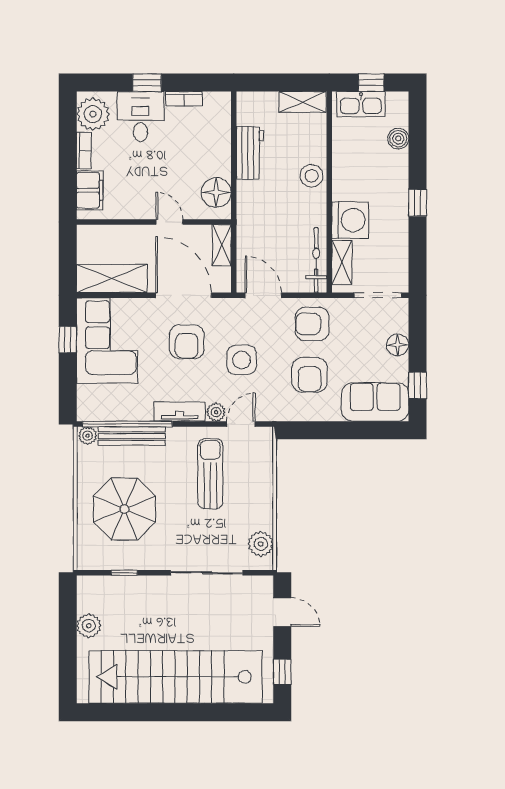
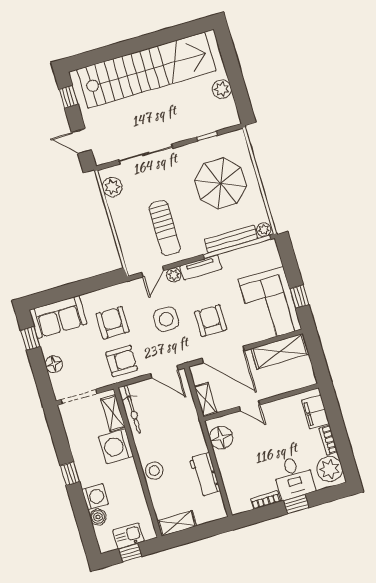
kitchen sink: (361, 104) -> (128, 536), width x0.73
washing machine: (395, 165) -> (95, 497), added

